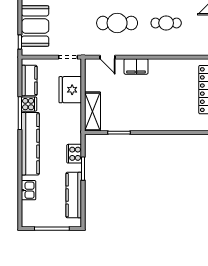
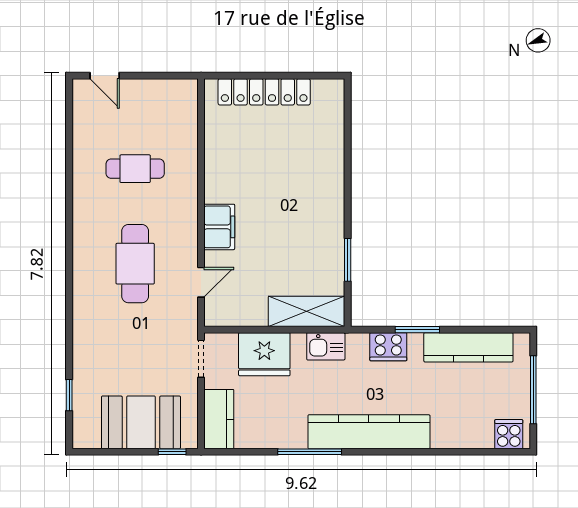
cafe table: (166, 23) -> (135, 169), turned 90
kitchen counter: (29, 81) -> (219, 419), moved, turned 90
cooker: (29, 104) -> (509, 434), moved
kitchen sink: (29, 190) -> (326, 346), moved, turned 180

